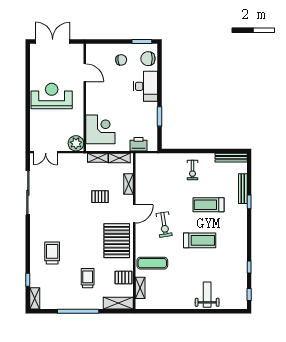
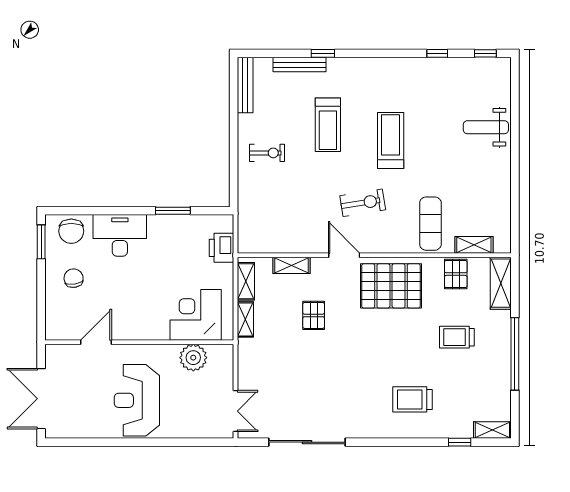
plant: (76, 143) -> (193, 358), moved

